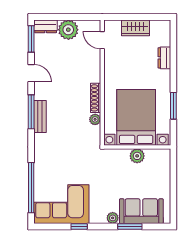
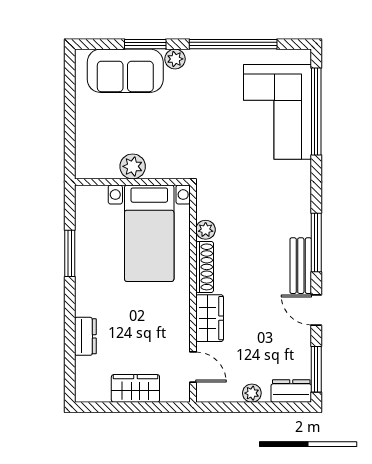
plant: (68, 30) -> (252, 393), width x0.53, depth x0.53
wardrobe: (93, 68) -> (210, 318), added
bench: (40, 117) -> (301, 266), moved
bed with nightstands: (136, 117) -> (149, 233), width x0.73
corner sofa: (61, 204) -> (278, 112), moved, turned 90
window: (79, 227) -> (233, 44), width x3.17

